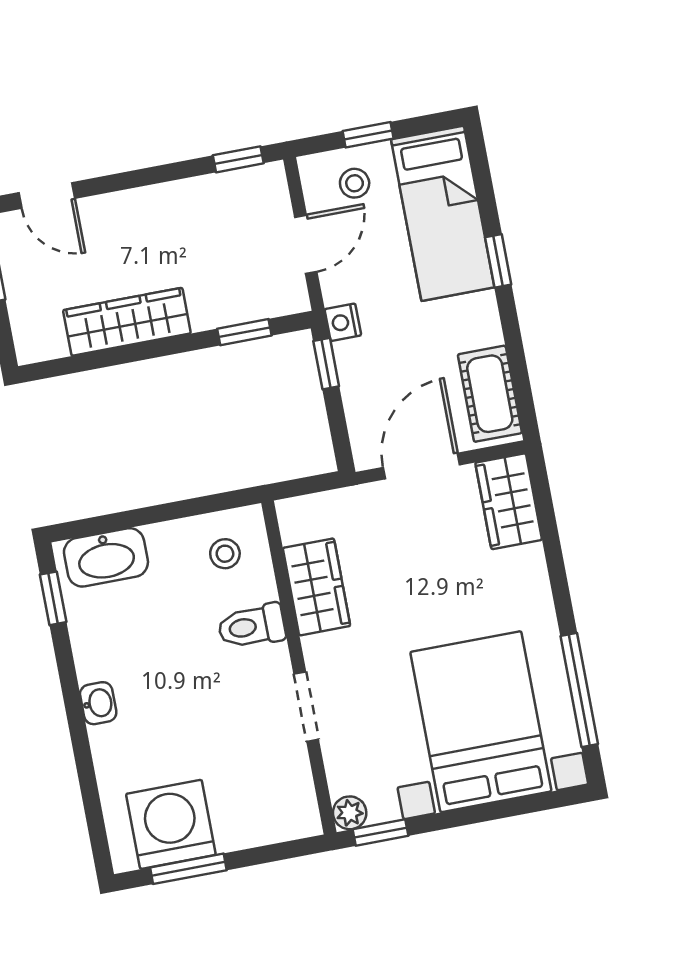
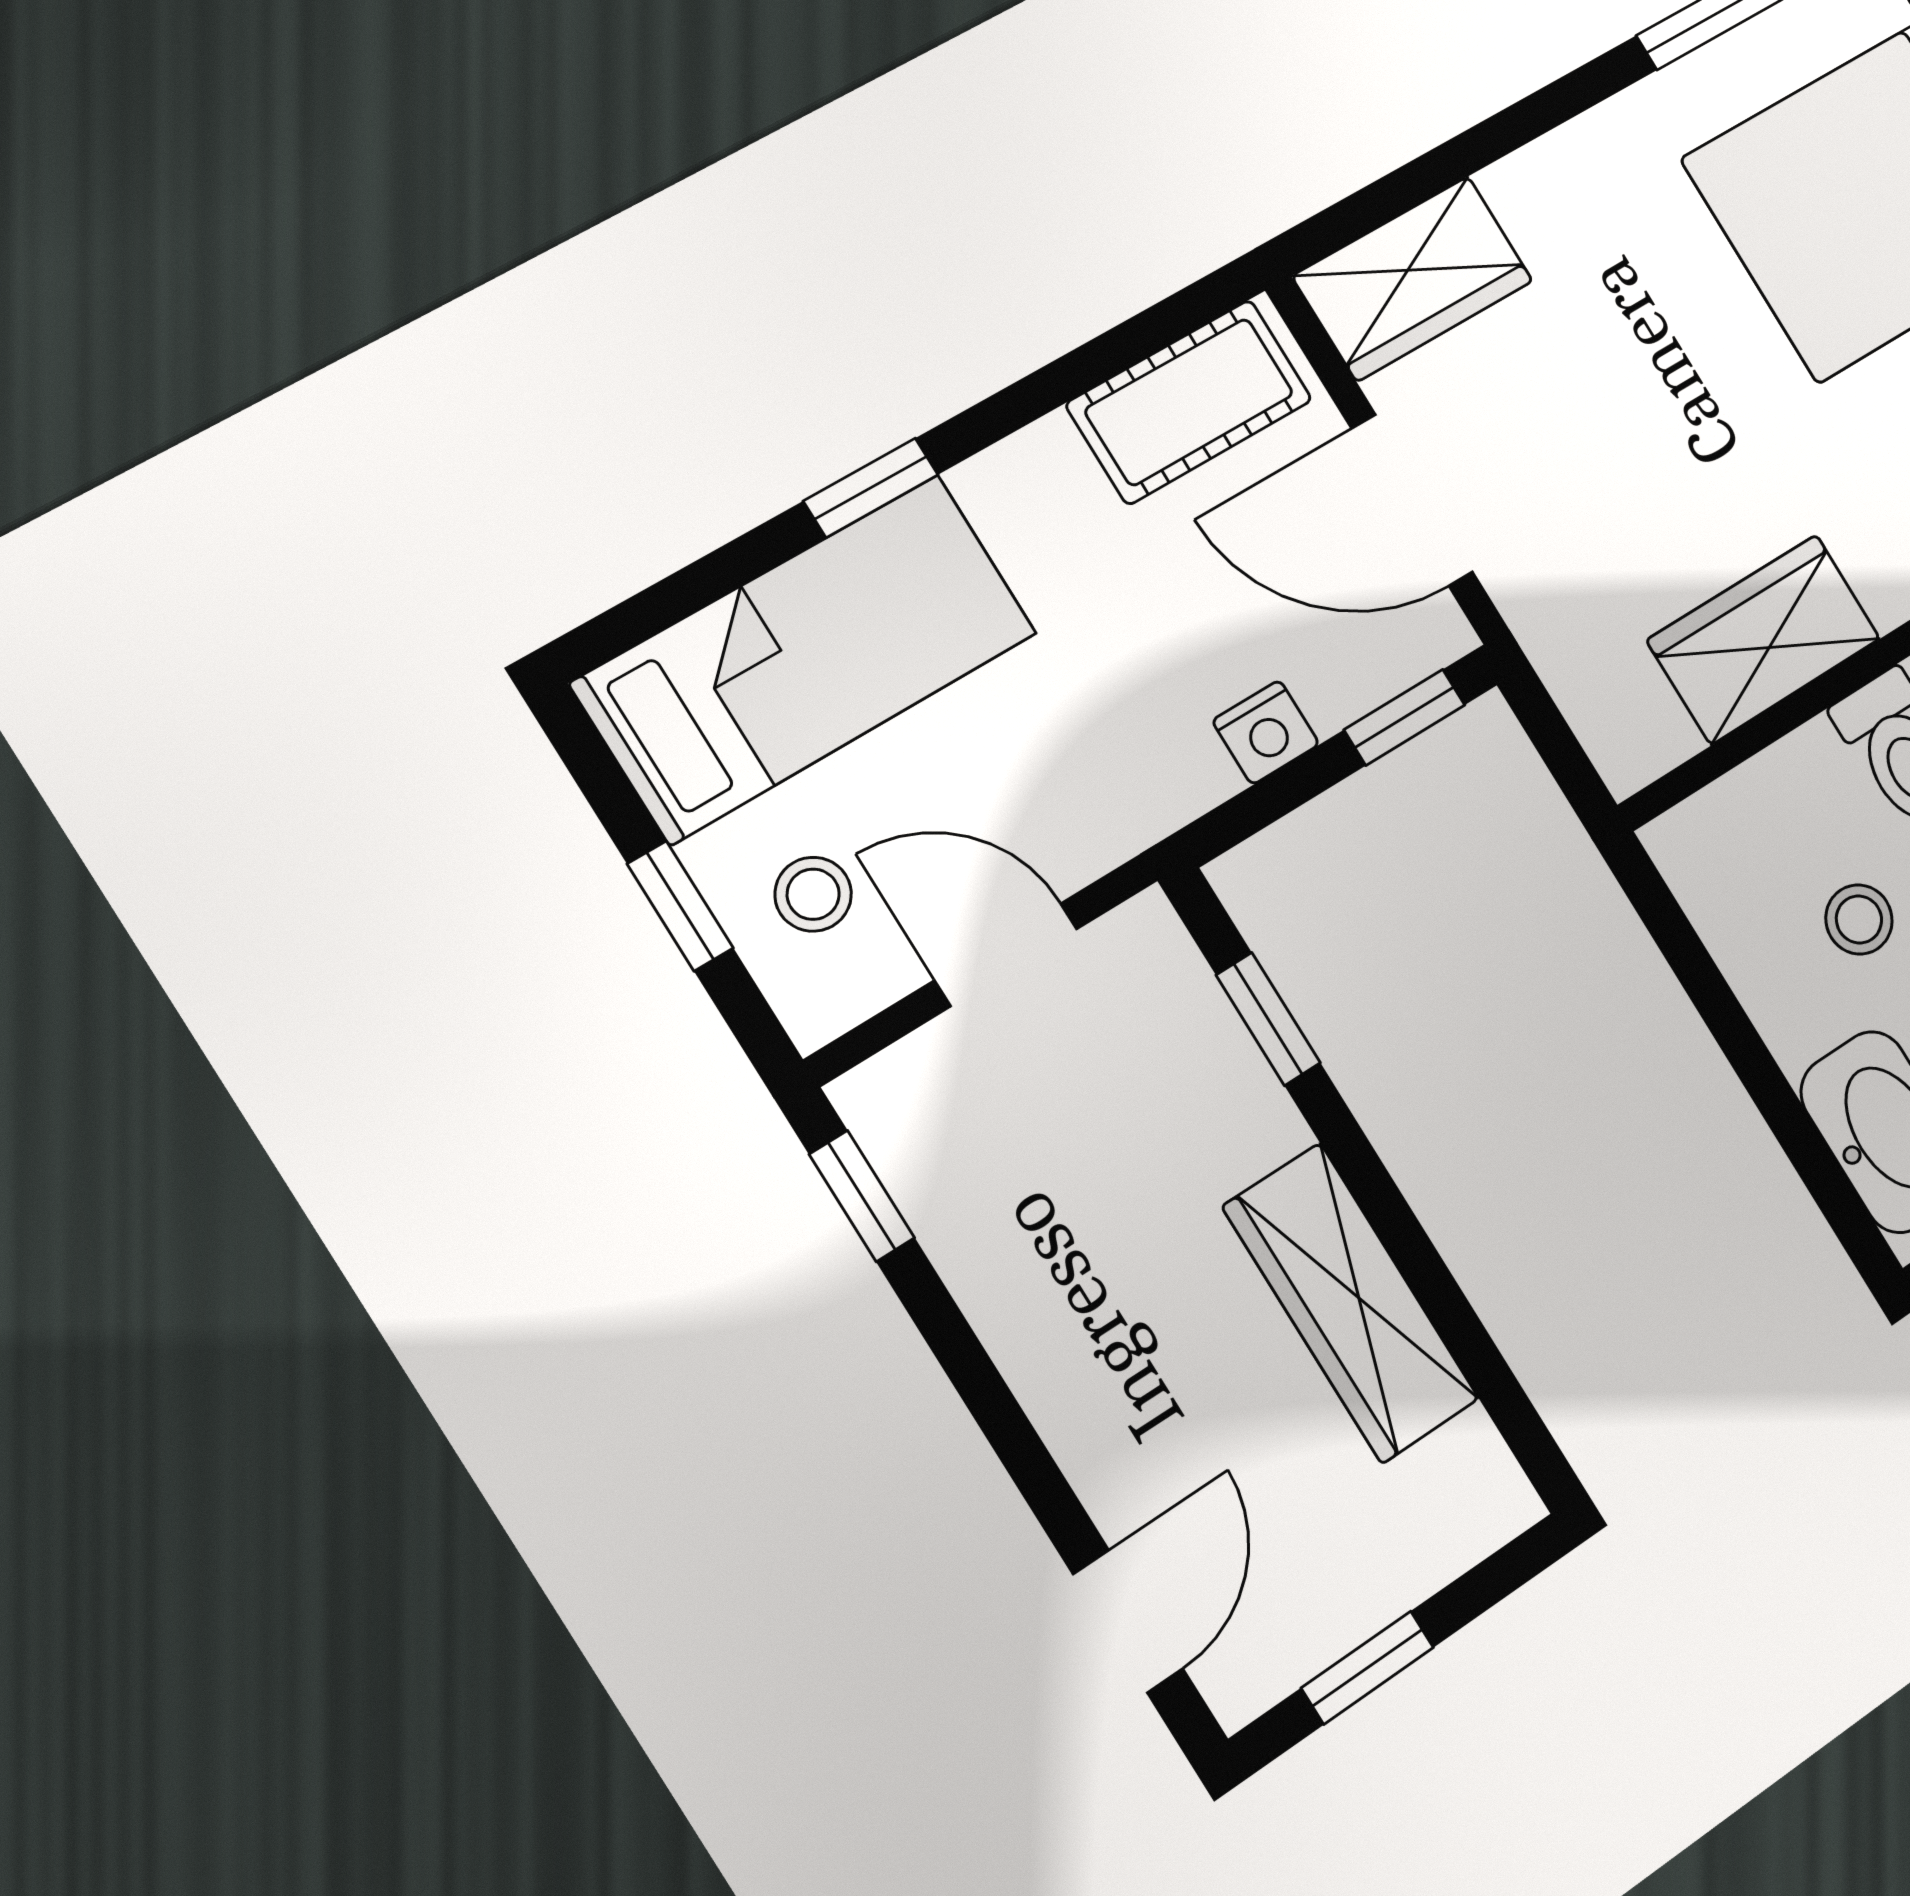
nightstand: (343, 322) -> (1266, 732), moved
window: (326, 364) -> (1404, 717), moved
stool: (225, 554) -> (1859, 919), moved

